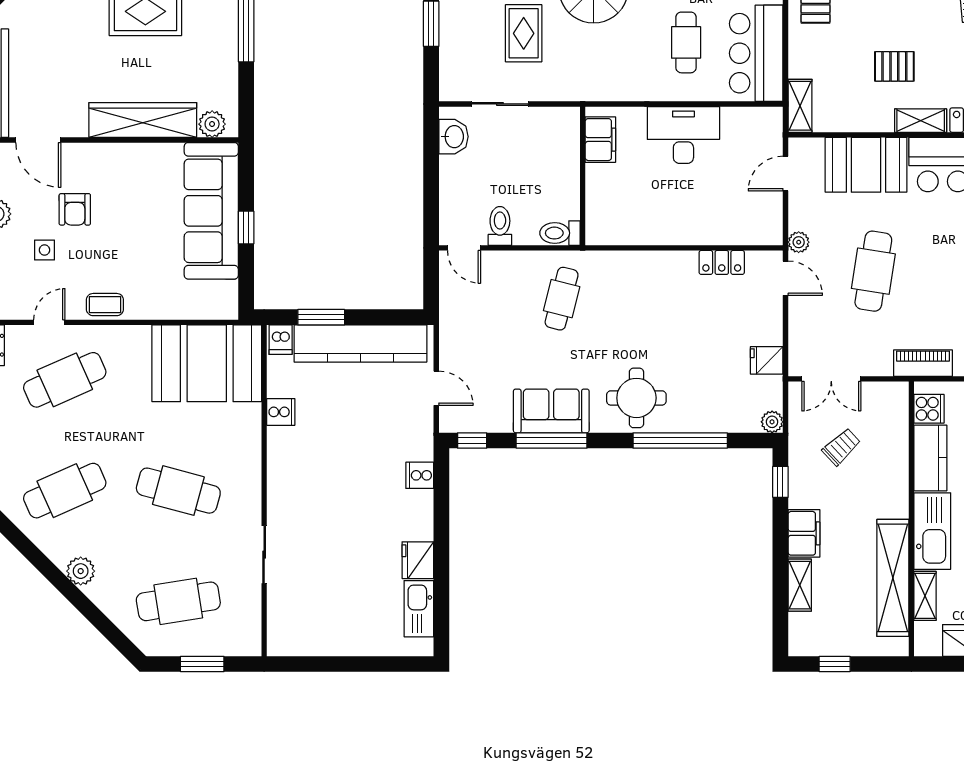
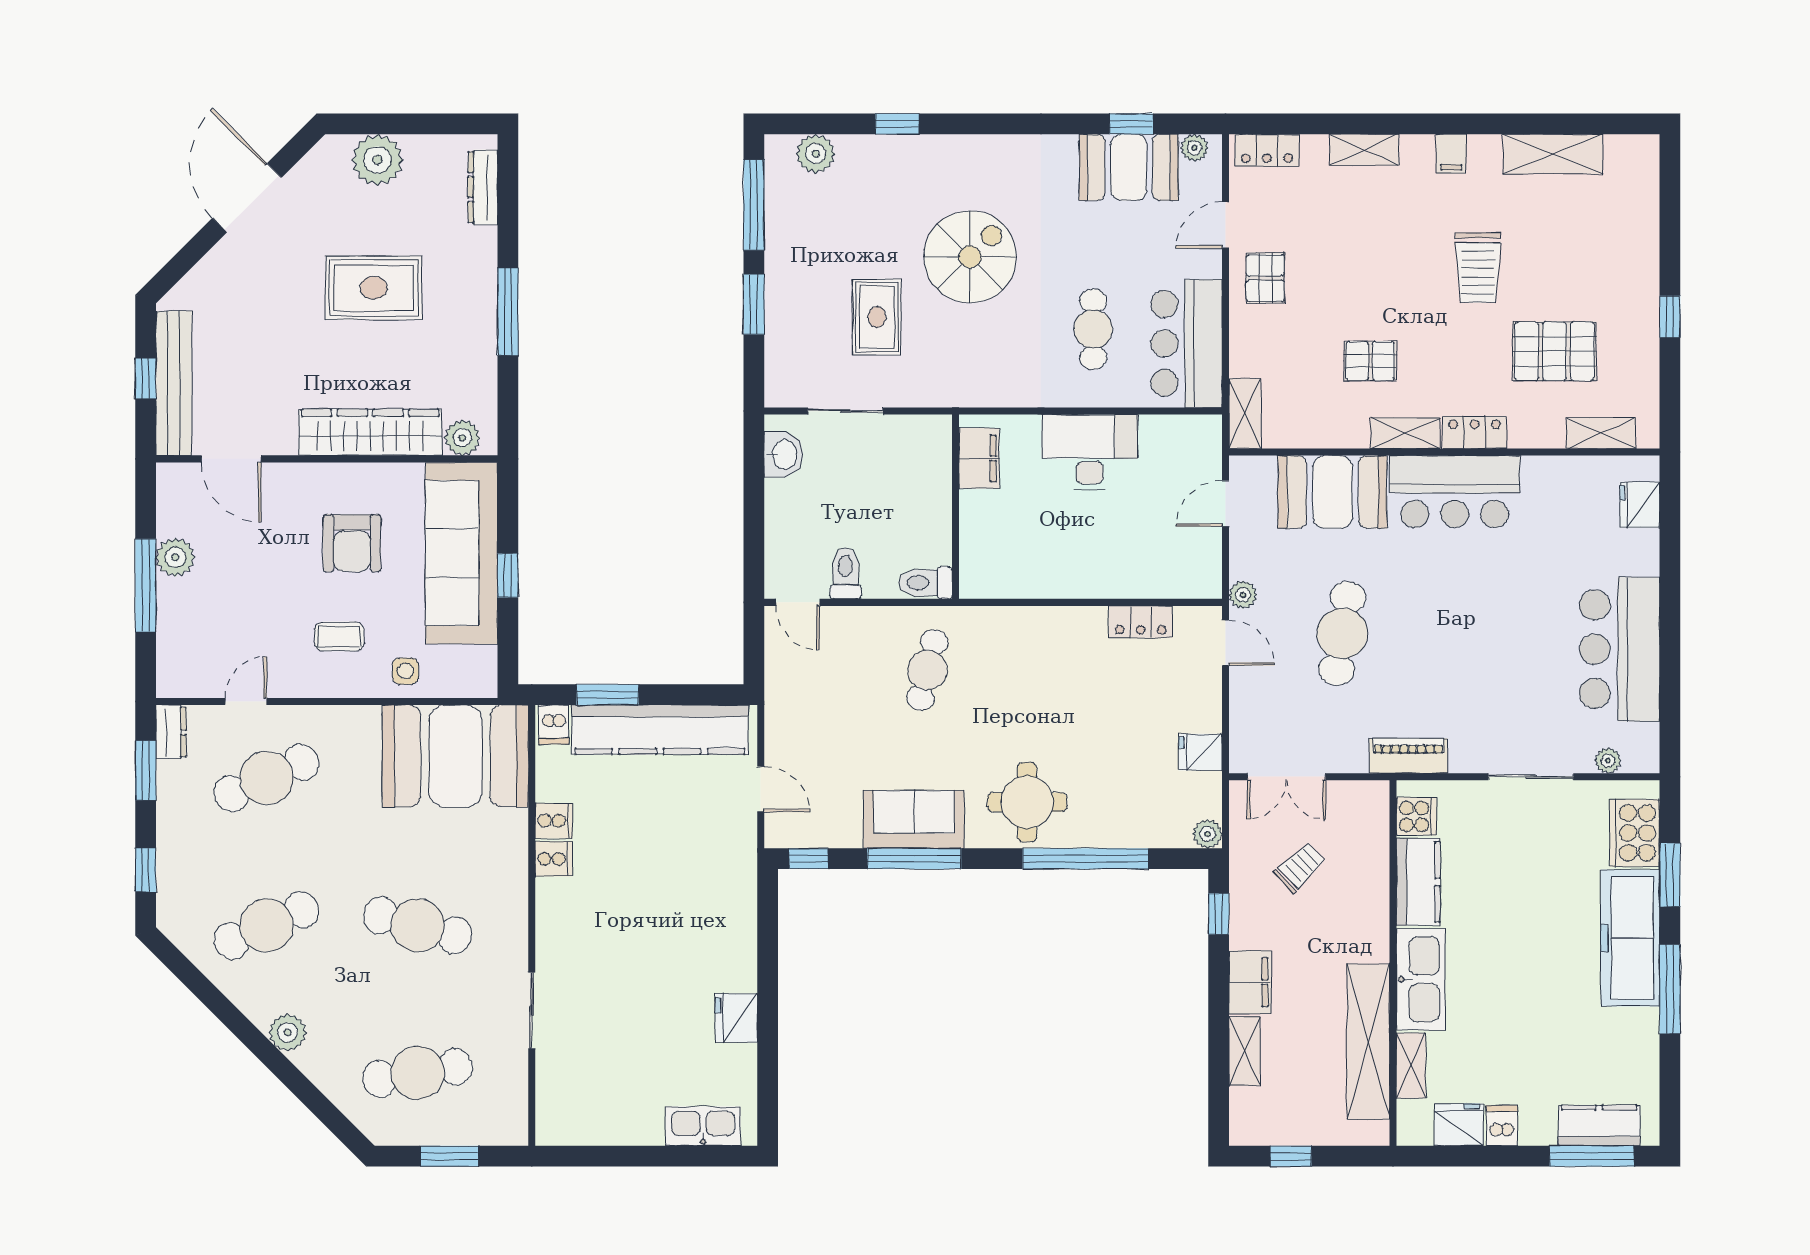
armchair: (75, 209) -> (352, 543), moved, width x1.38, depth x1.38
side table: (45, 250) -> (405, 671), moved
coffee table: (105, 305) -> (339, 636), moved
cooker: (420, 475) -> (554, 859), moved, turned 180
kitchen sink: (419, 609) -> (703, 1126), moved, turned 90

